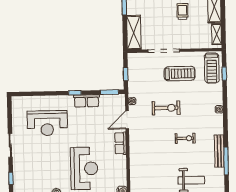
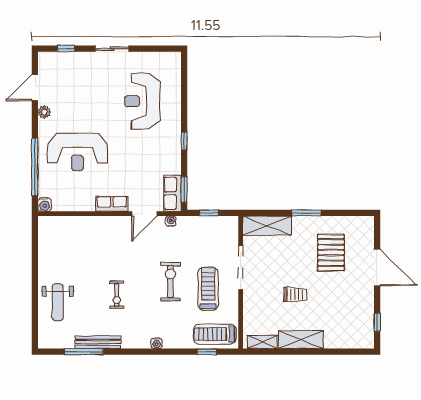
treadmill: (180, 74) -> (208, 289), turned 180
row of seats: (86, 101) -> (172, 193), moved
exercise bike: (166, 108) -> (170, 282), moved, turned 180
door: (127, 120) -> (145, 214), swing flipped

